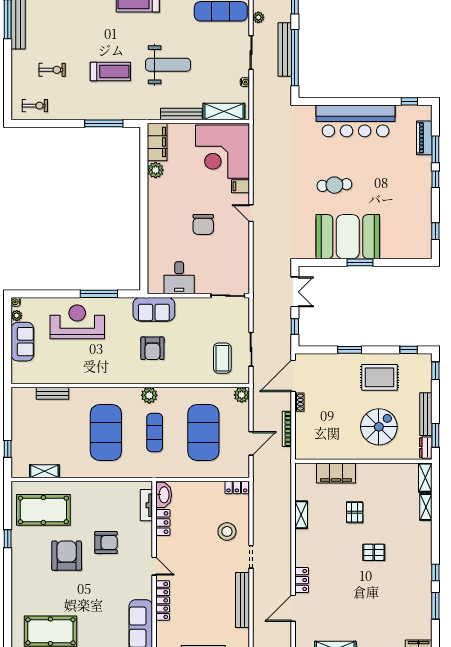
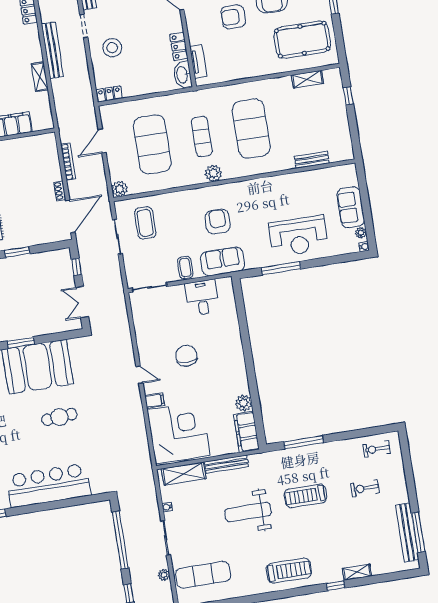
bench: (285, 50) -> (52, 50), moved
coffee table: (191, 309) -> (185, 267), added

